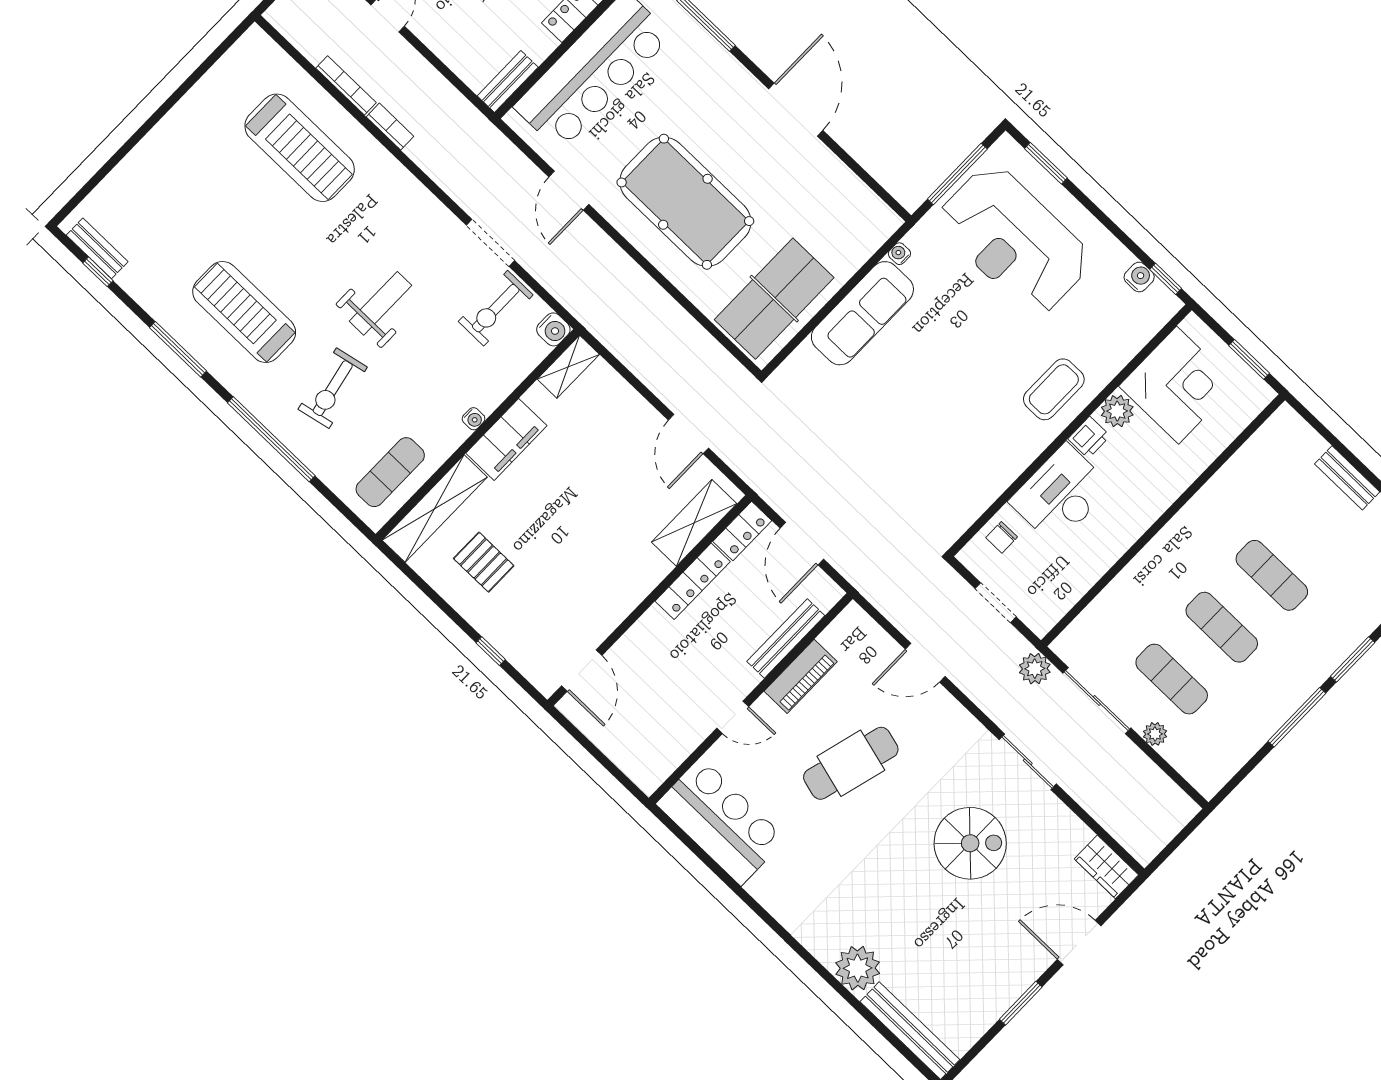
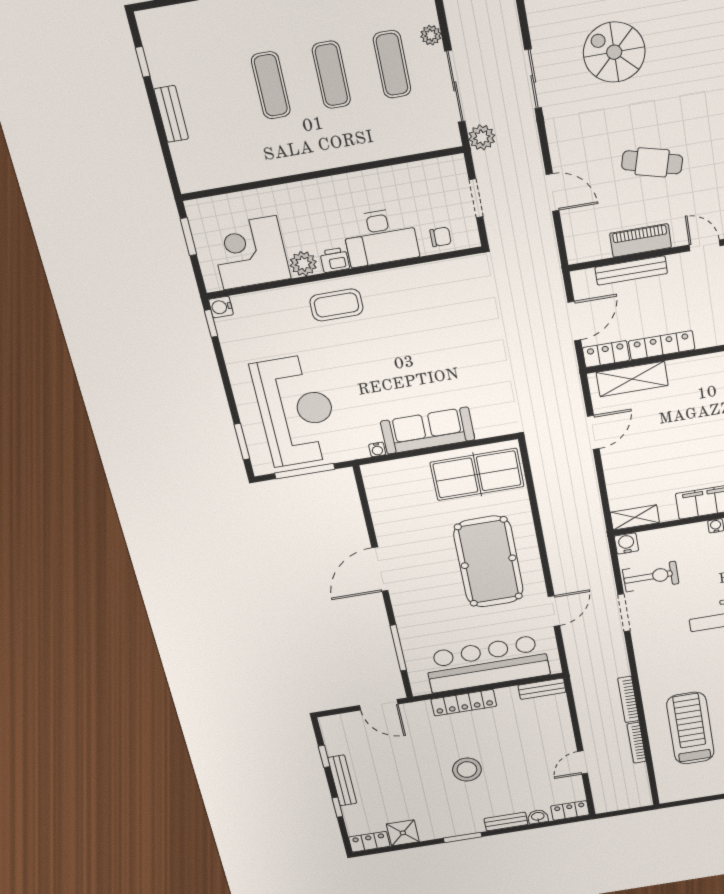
bookcase: (390, 127) -> (628, 699), width x1.56
water cooler: (1139, 277) -> (221, 307), moved
cafe table: (851, 763) -> (652, 162), width x0.73, depth x0.74

